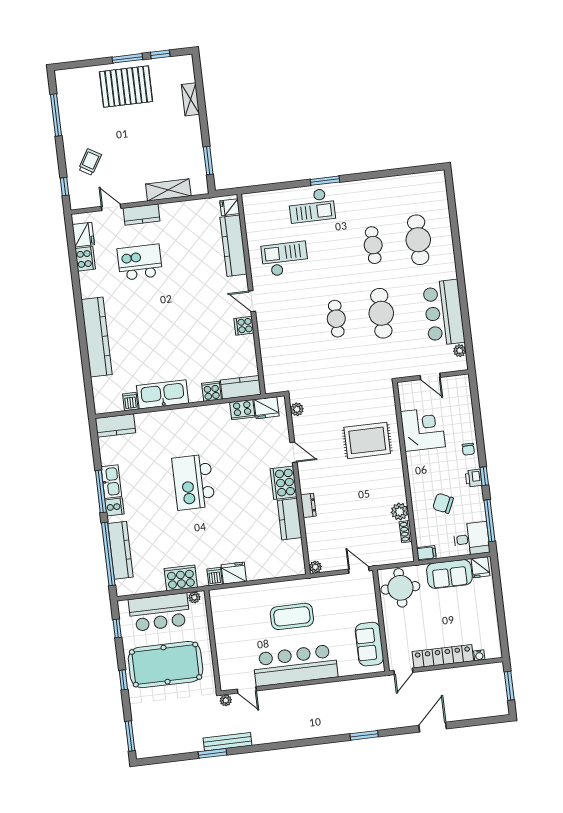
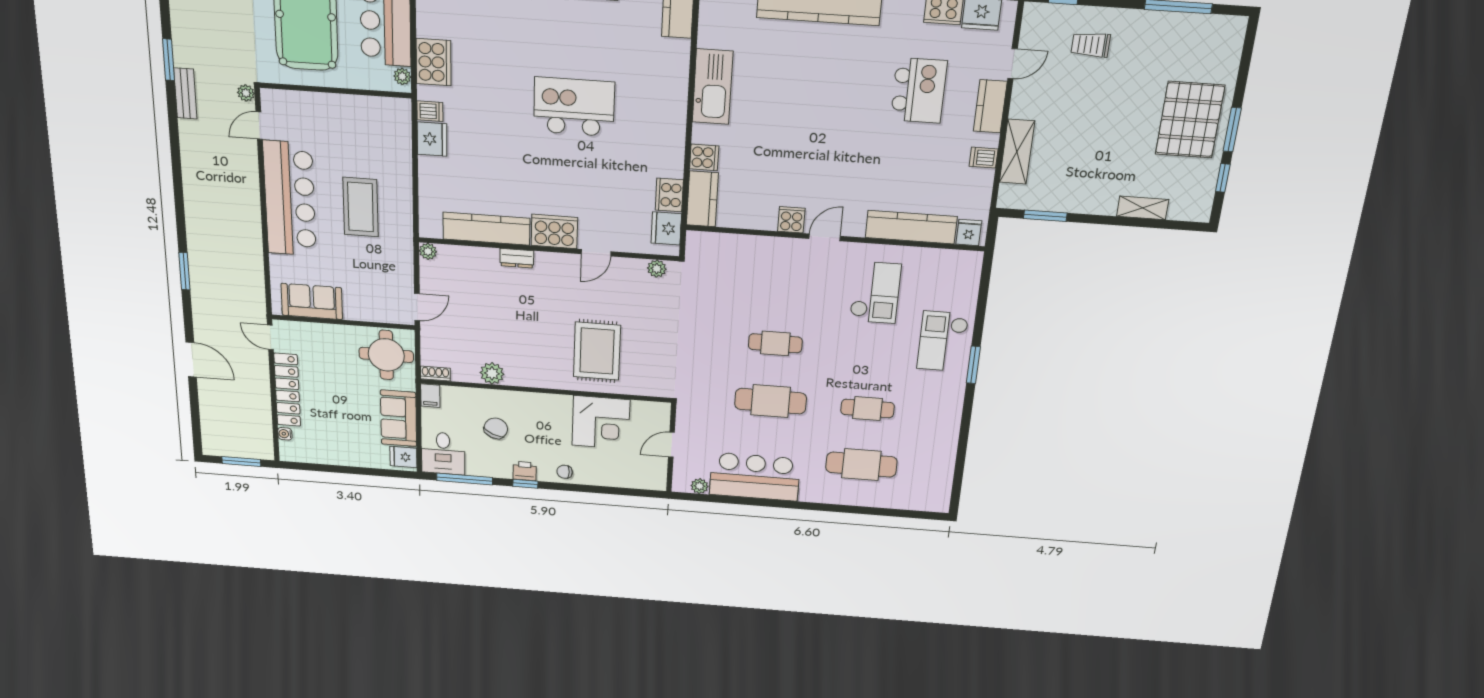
trolley: (90, 162) -> (1091, 45), turned 149
dishwasher: (130, 402) -> (984, 158), moved, turned 180
kitchen counter: (290, 519) -> (486, 229), width x1.50
shoe rack: (406, 532) -> (435, 374), moved
bench: (228, 742) -> (185, 93), width x0.73

